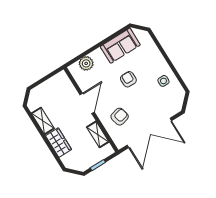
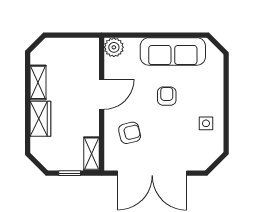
sofa: (120, 46) -> (173, 51), width x1.36
plant: (86, 63) -> (114, 47), moved
shelving: (98, 134) -> (91, 154), moved

